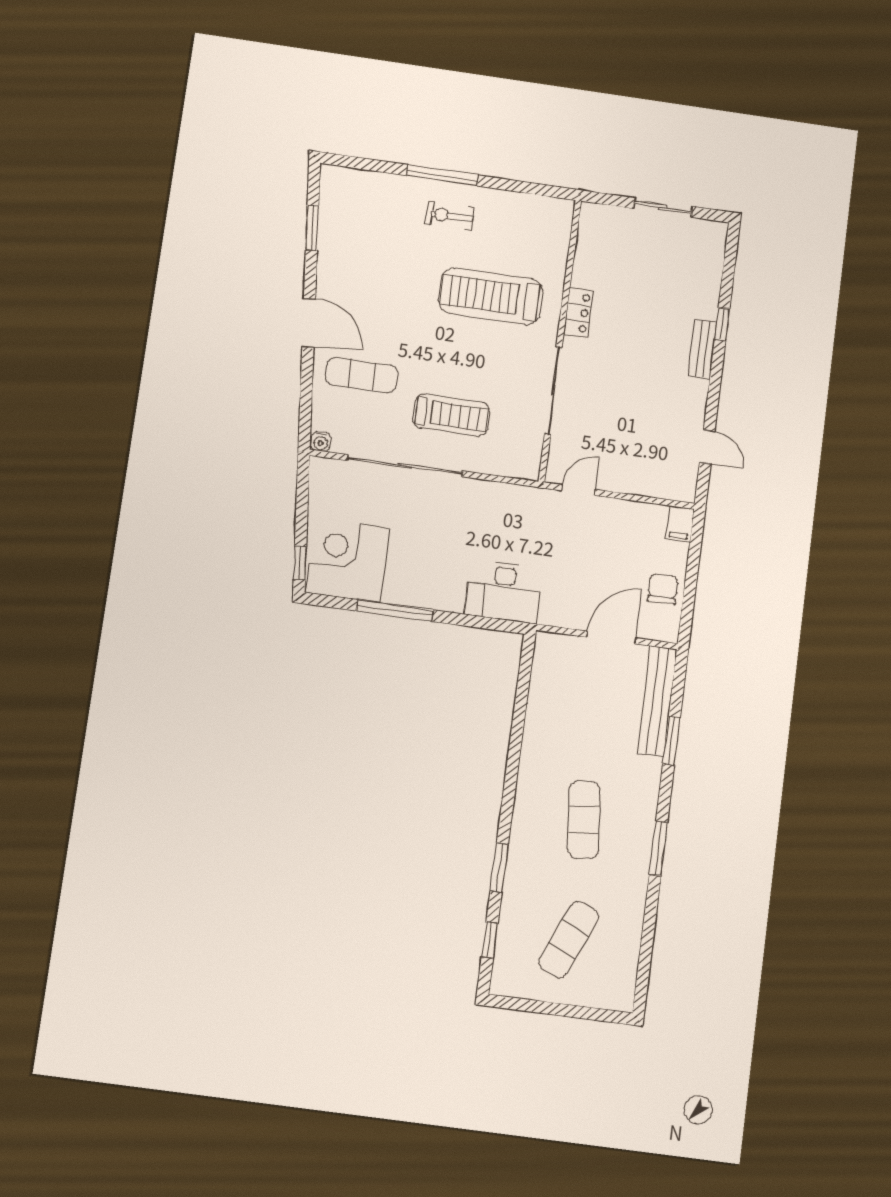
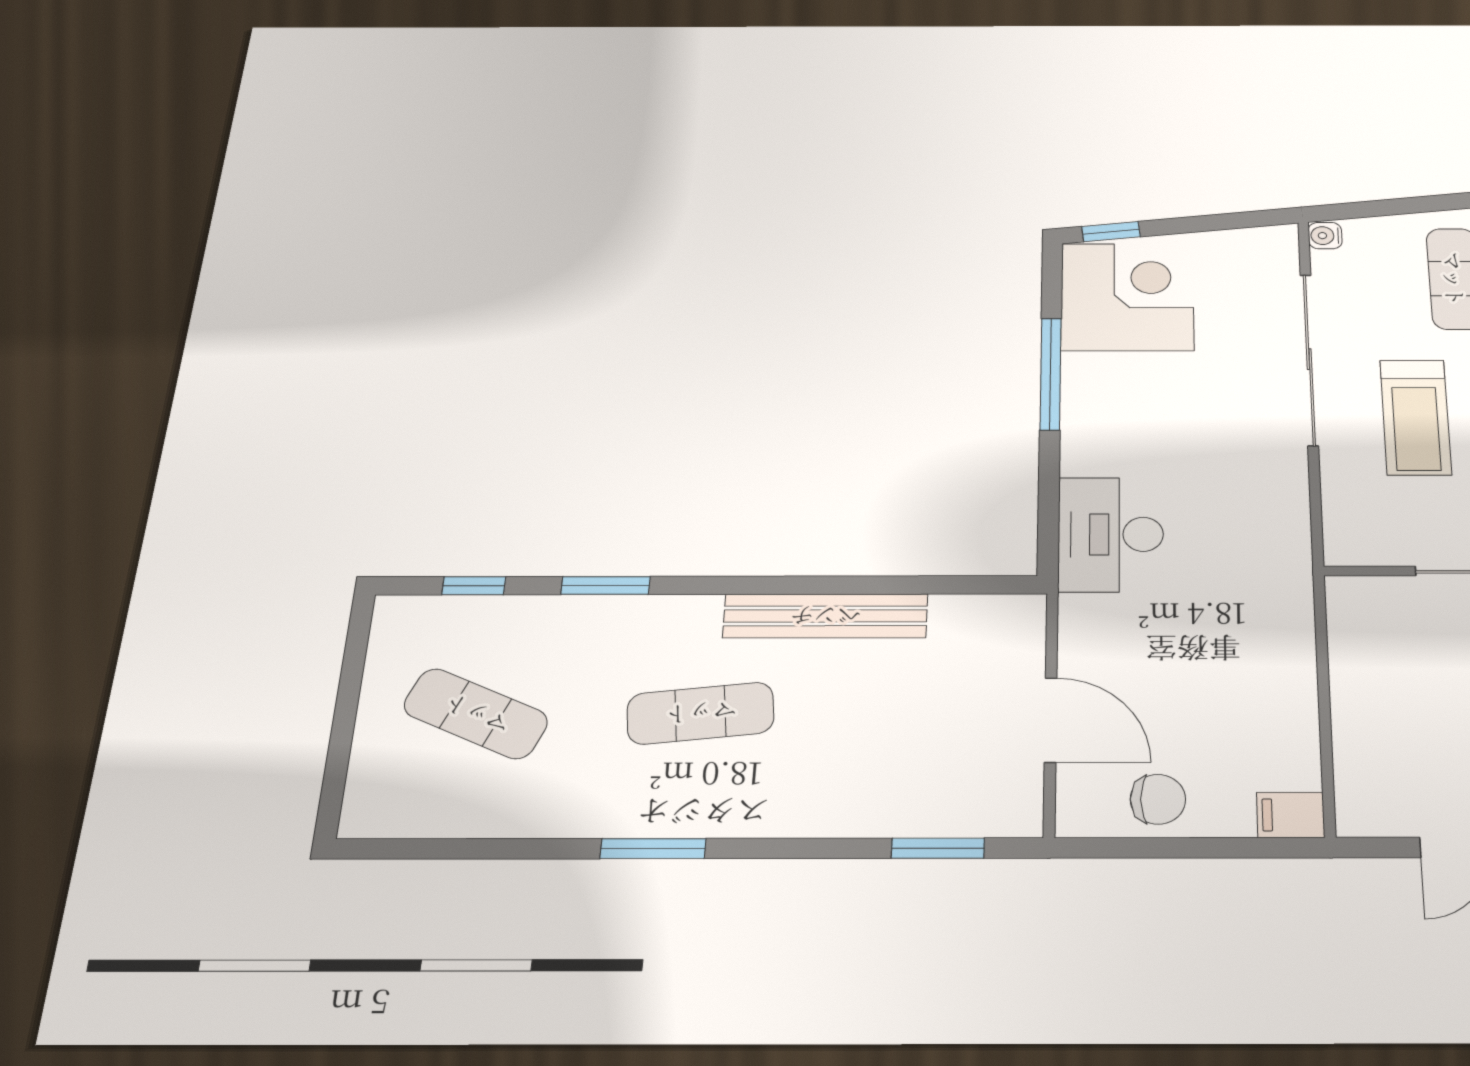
door: (579, 490) -> (1321, 633), removed
bench: (657, 701) -> (825, 616), moved
window: (671, 741) -> (938, 848), moved

